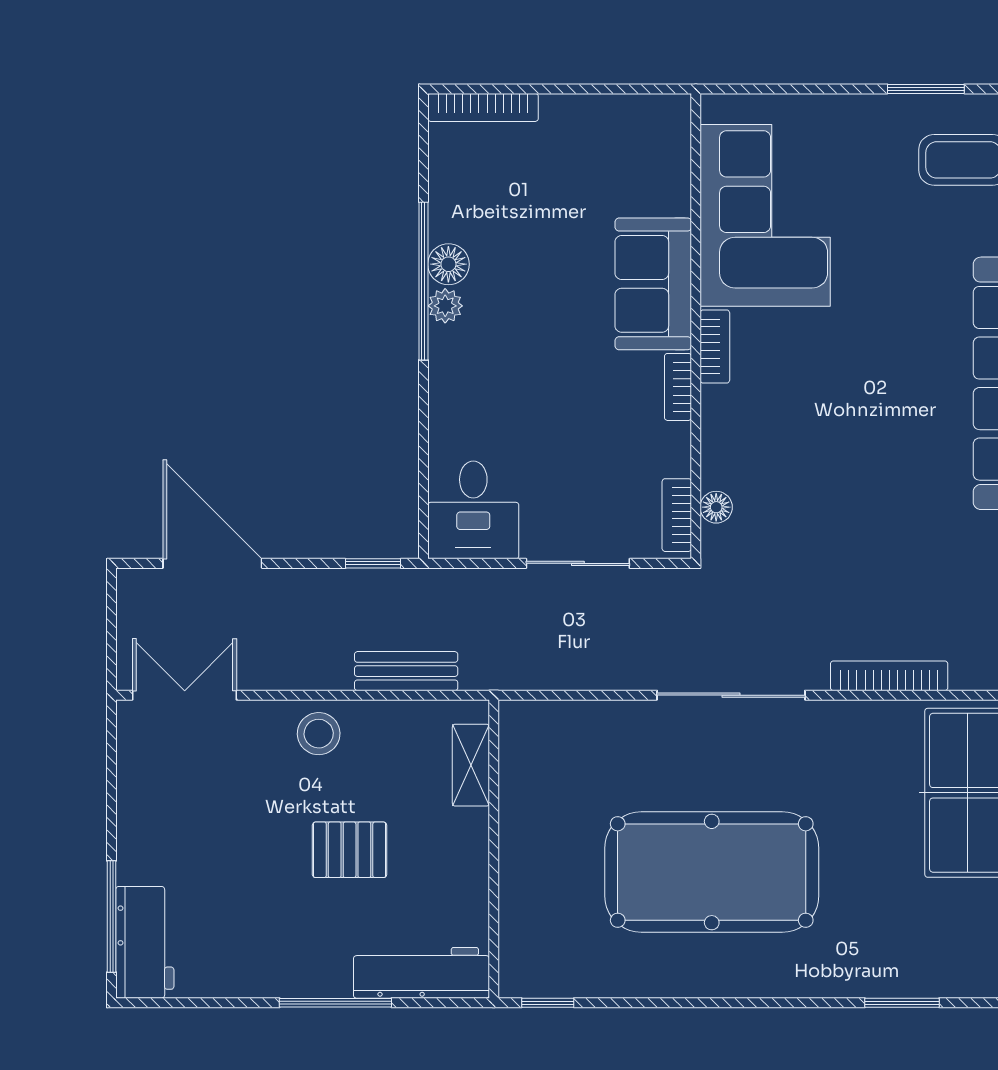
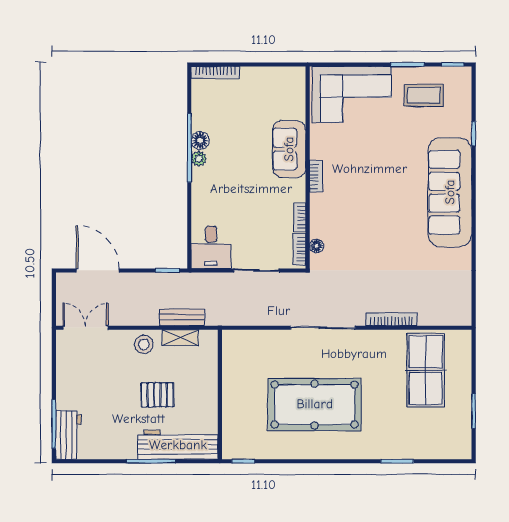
corner sofa: (765, 215) -> (352, 95), moved, turned 90
bookcase: (678, 387) -> (300, 217), moved
shelving: (471, 765) -> (180, 338), moved, turned 90
workbench: (421, 973) -> (178, 445), width x1.36, depth x1.32

